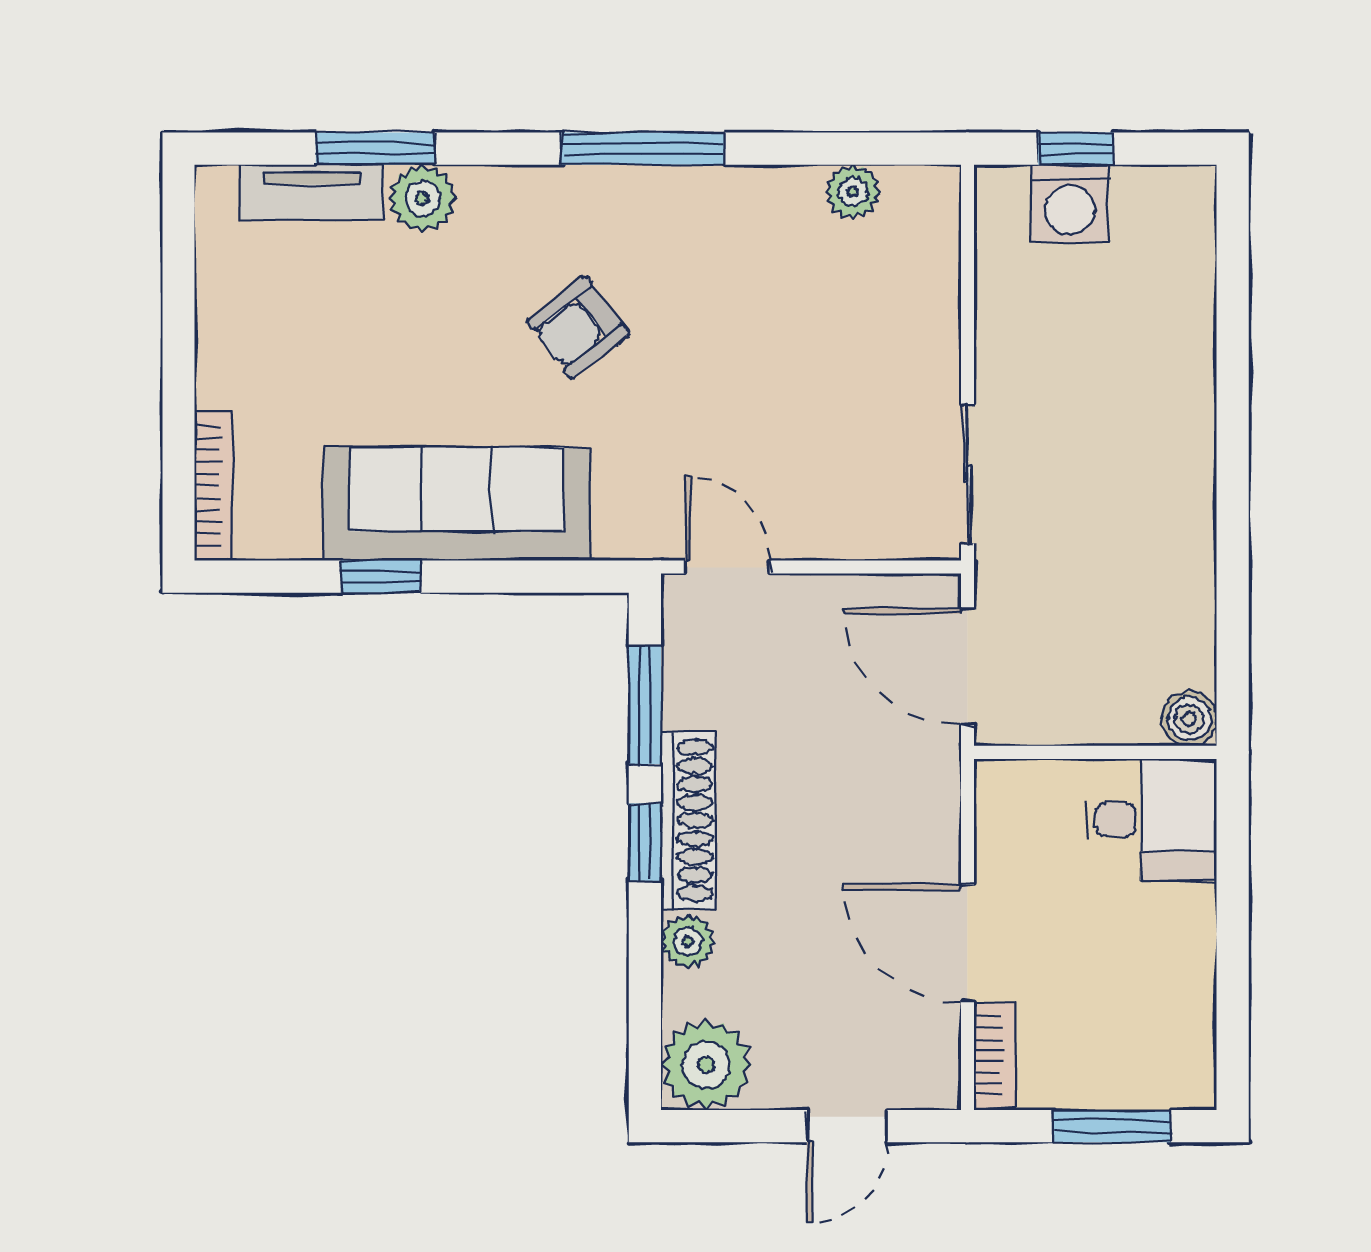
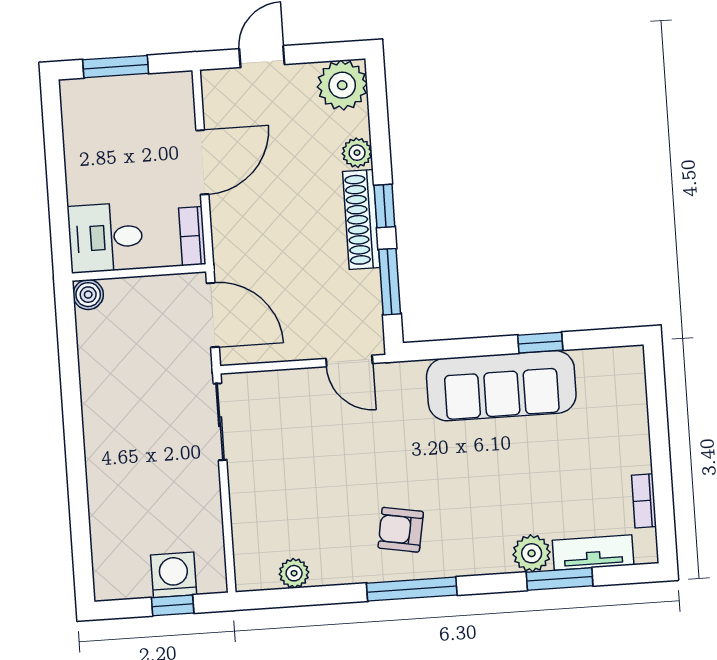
armchair: (578, 327) -> (401, 530), moved, turned -132
bookcase: (214, 486) -> (644, 501), moved, width x0.64
door: (967, 943) -> (202, 162), hinge flipped
bookcase: (995, 1055) -> (192, 236), moved

